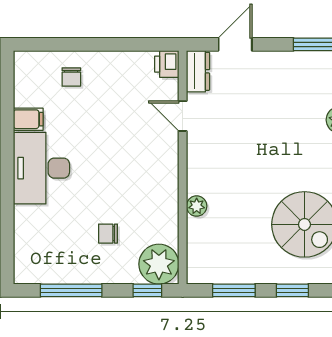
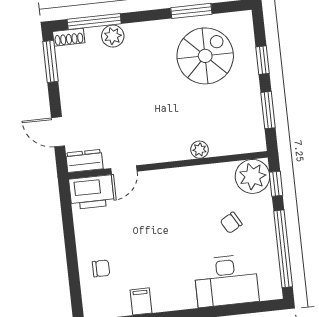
printer: (167, 64) -> (92, 192), width x1.87, depth x1.48
desk: (41, 168) -> (226, 281), moved
chair: (108, 234) -> (231, 223), turned 60
window: (71, 290) -> (283, 249), width x1.46

